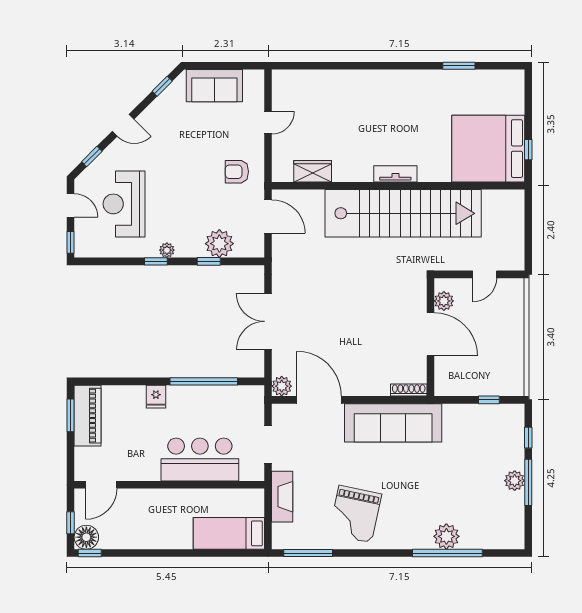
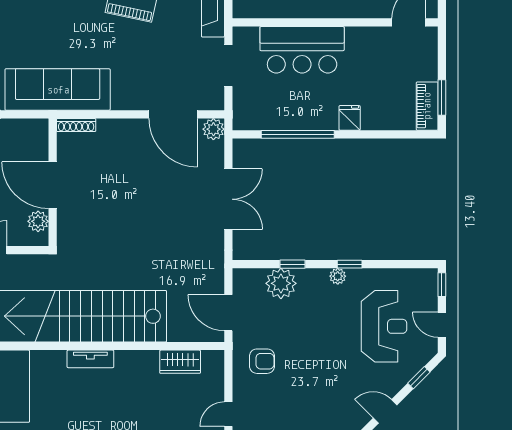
piano: (88, 416) -> (427, 106), width x0.73, depth x0.75
sofa: (393, 423) -> (58, 90), moved

